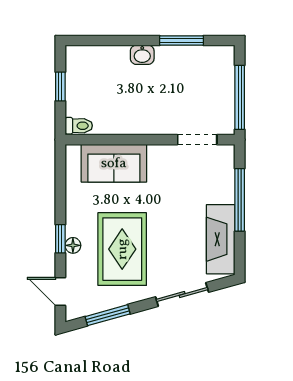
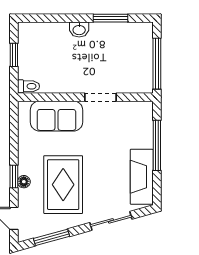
doorway: (197, 140) -> (100, 97), moved

